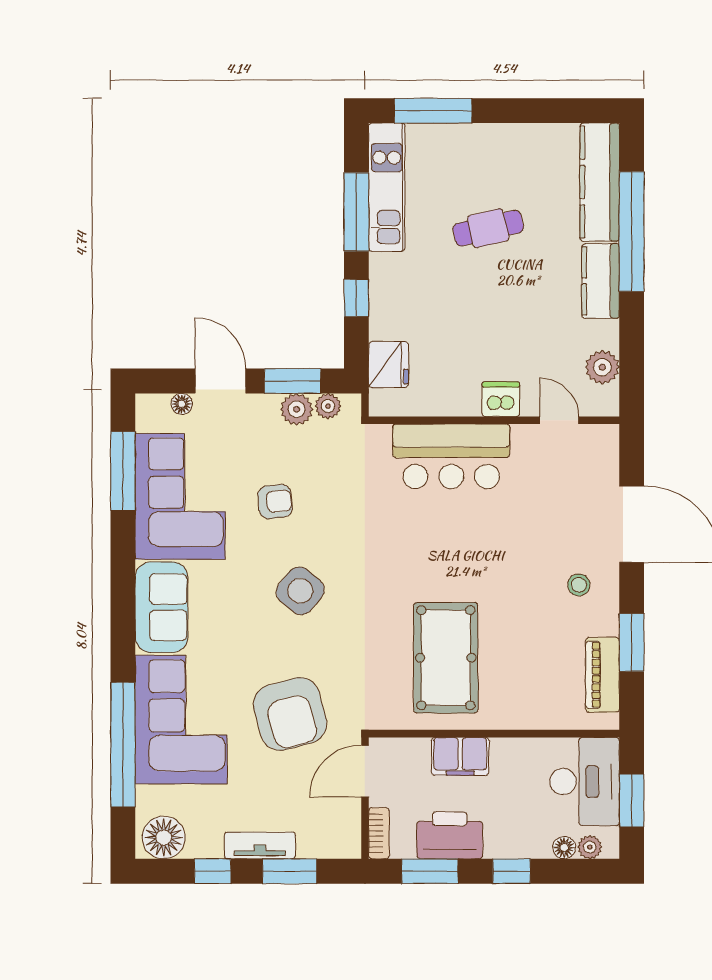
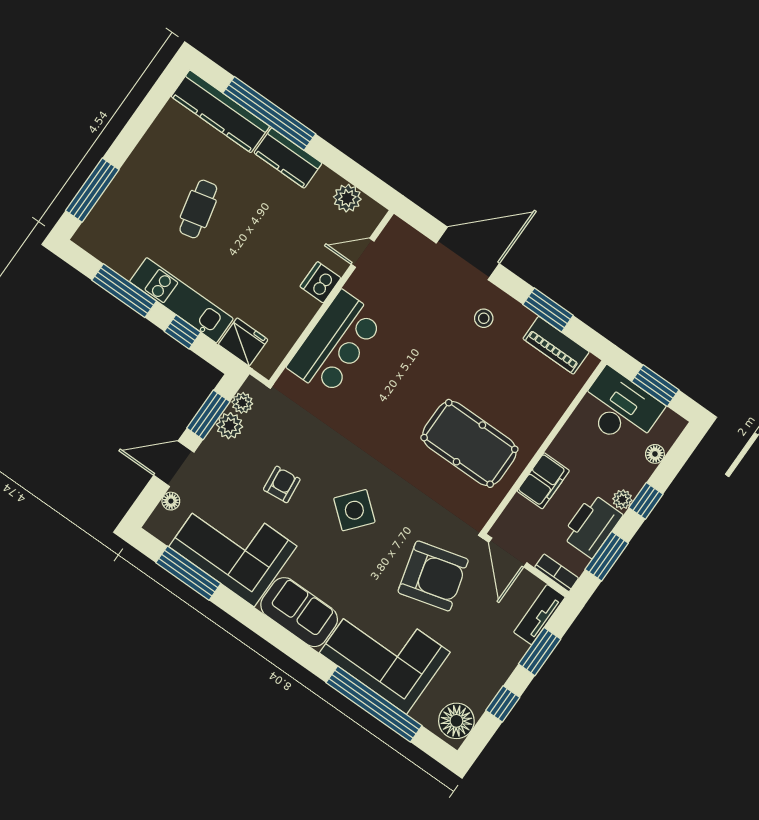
kitchen unit: (387, 187) -> (181, 300), moved
tv unit: (260, 845) -> (539, 615), moved
plant: (590, 847) -> (622, 499), moved

